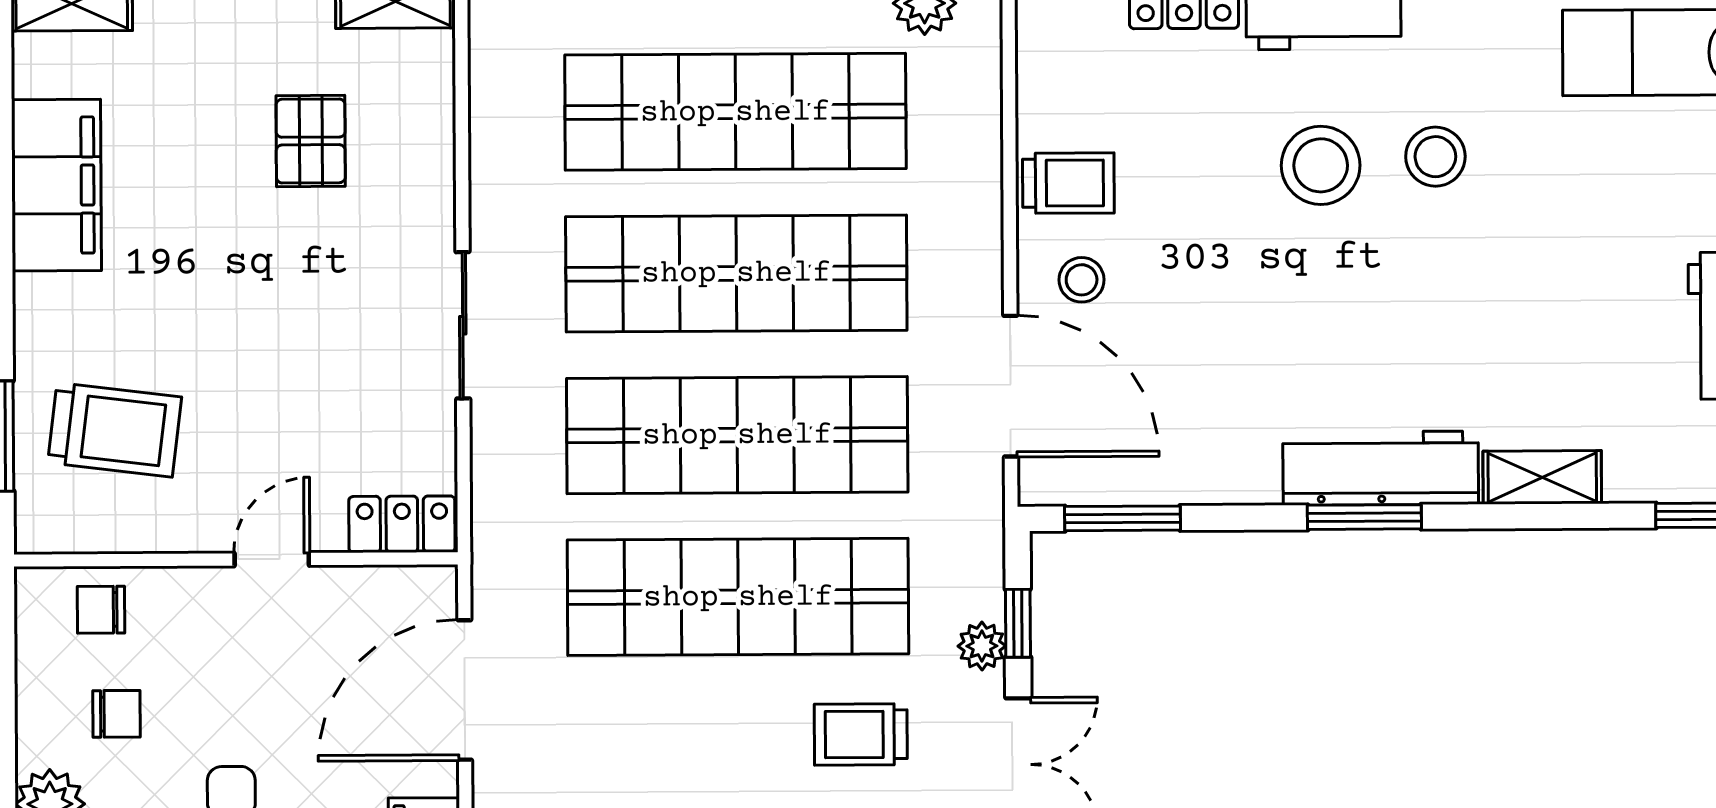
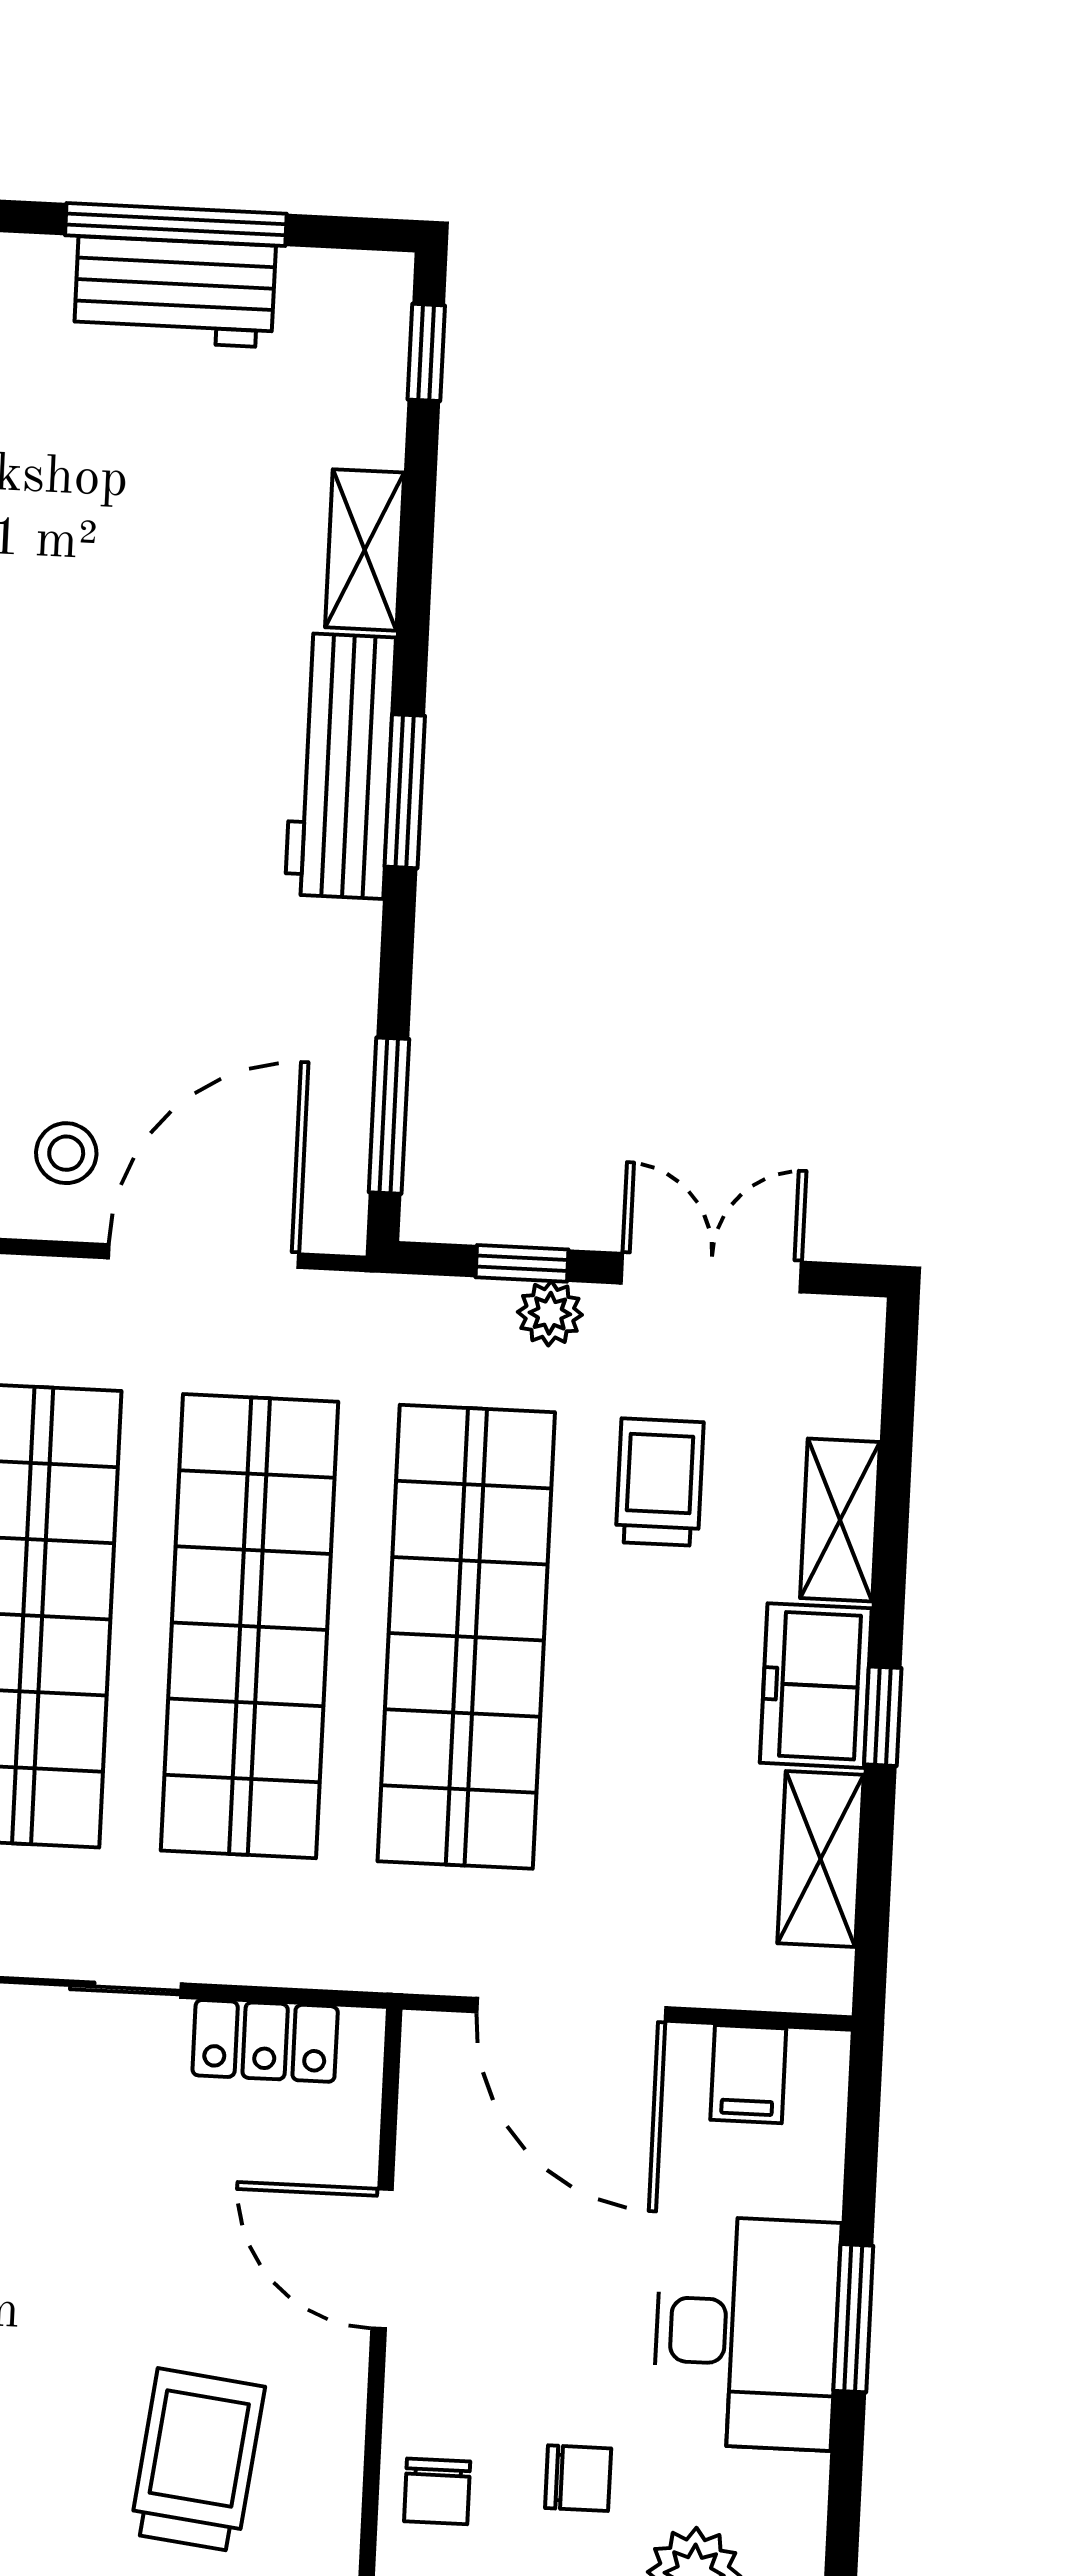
locker: (402, 524) -> (265, 2041), moved, turned -90
door: (272, 559) -> (382, 2259), width x1.38
chair: (117, 714) -> (578, 2478), turned 90
trolley: (861, 734) -> (660, 1482), turned 180

